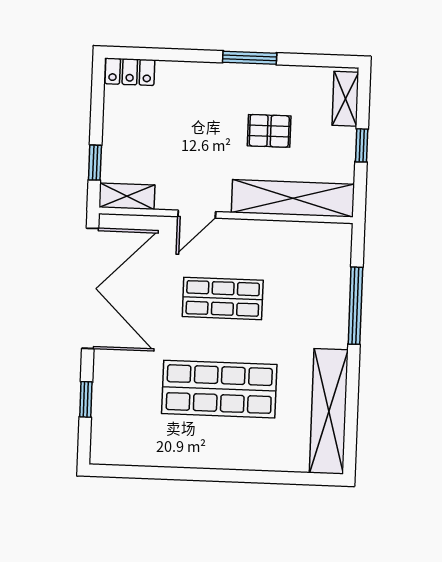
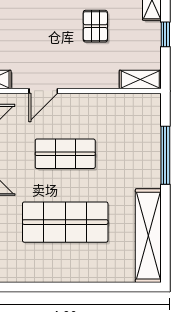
pallet: (269, 131) -> (95, 26), turned 90
shelving: (293, 198) -> (140, 79), width x0.45, depth x0.75

